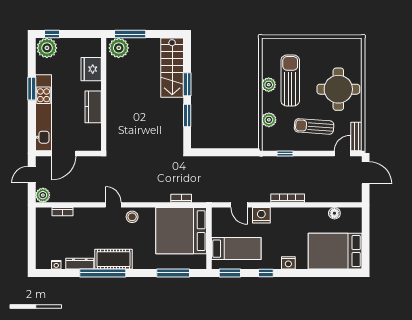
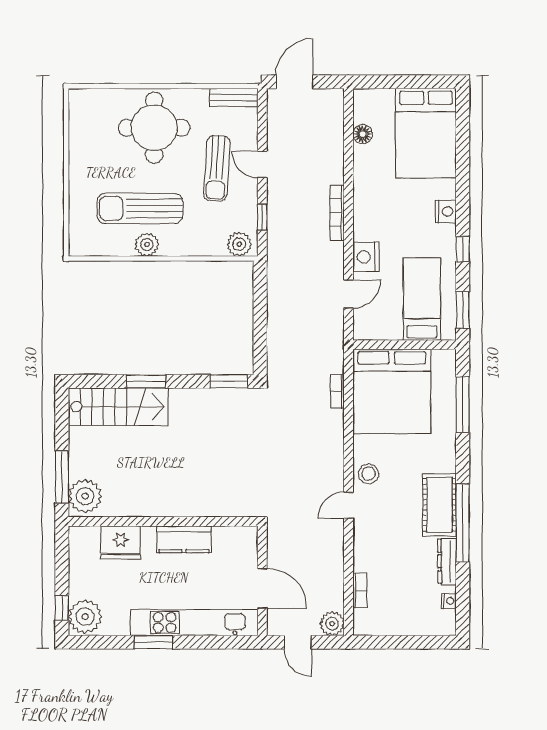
window: (187, 116) -> (229, 381), moved
plant: (269, 120) -> (239, 244), moved
door: (342, 154) -> (262, 165), moved

